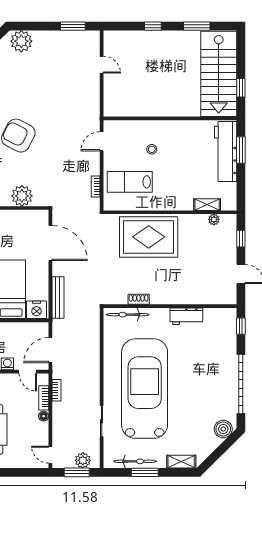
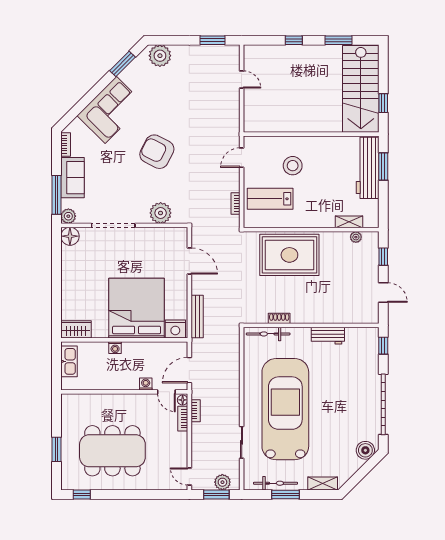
stool: (152, 149) -> (293, 166), width x1.89, depth x1.89
door: (50, 243) -> (189, 261), width x0.73
floor lamp: (44, 416) -> (183, 400), moved

